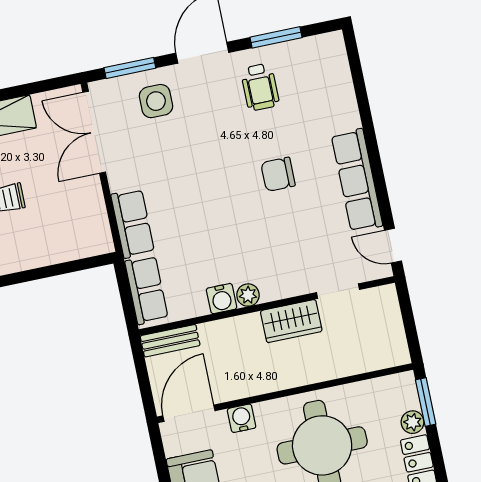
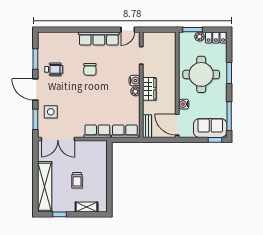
water cooler: (222, 299) -> (135, 81), moved
wardrobe: (291, 321) -> (149, 89), moved

